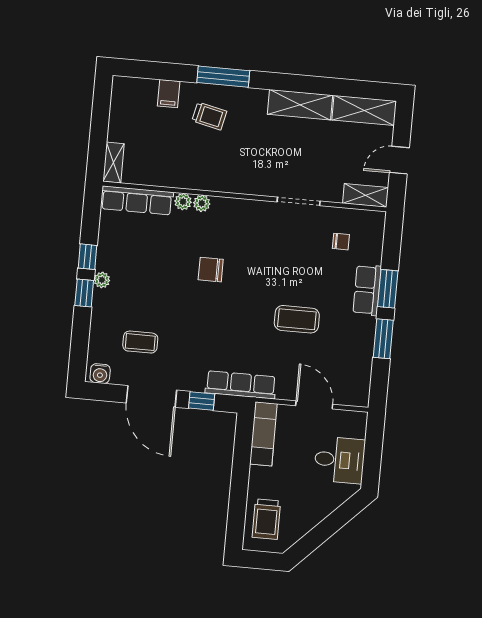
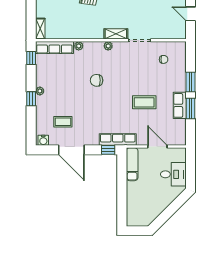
door: (399, 160) -> (190, 14), hinge flipped
shelving: (366, 195) -> (116, 34), moved
plant: (202, 203) -> (108, 46), moved
window: (87, 257) -> (31, 58), moved
row of seats: (367, 290) -> (180, 105), moved
window: (202, 401) -> (108, 150), moved
trolley: (266, 519) -> (138, 209), removed

